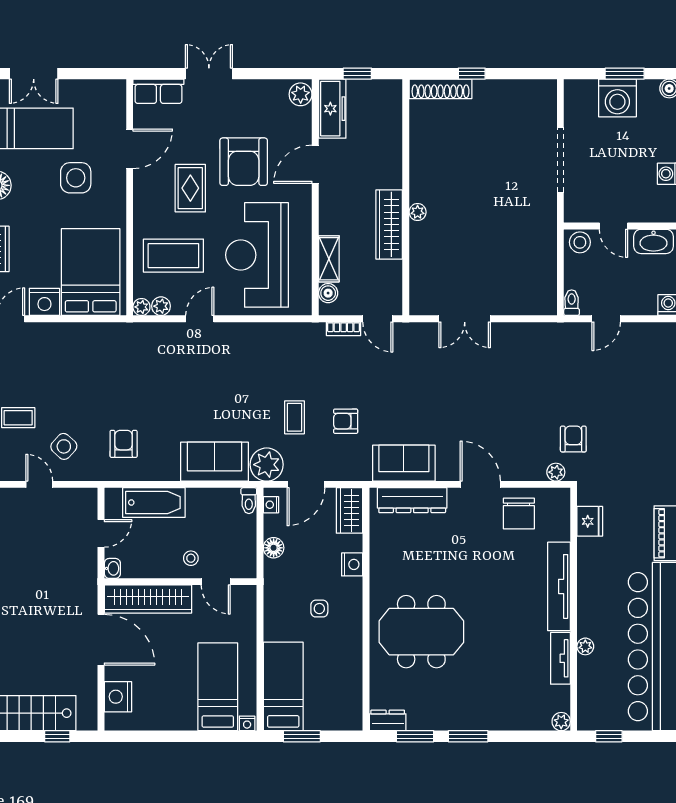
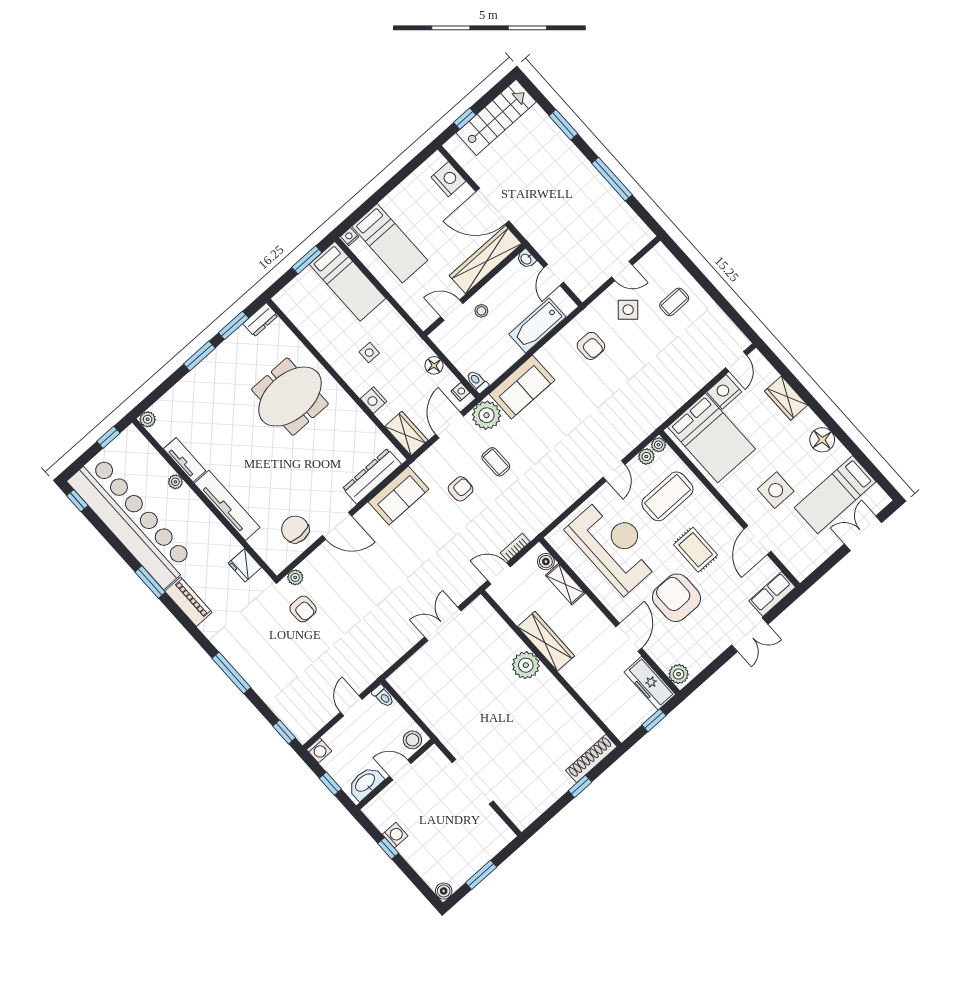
washing machine: (617, 98) -> (472, 855), removed
plant: (418, 212) -> (526, 665), width x1.88, depth x1.88

